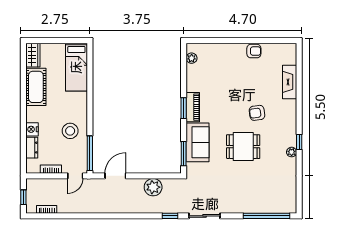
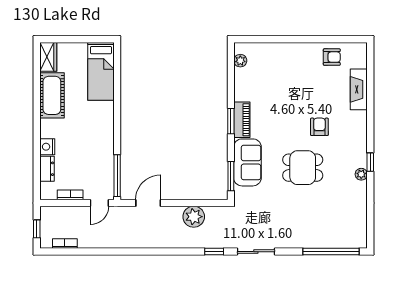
armchair: (254, 51) -> (332, 57), moved
armchair: (257, 113) -> (319, 127), turned 98
stool: (70, 131) -> (93, 149), removed

